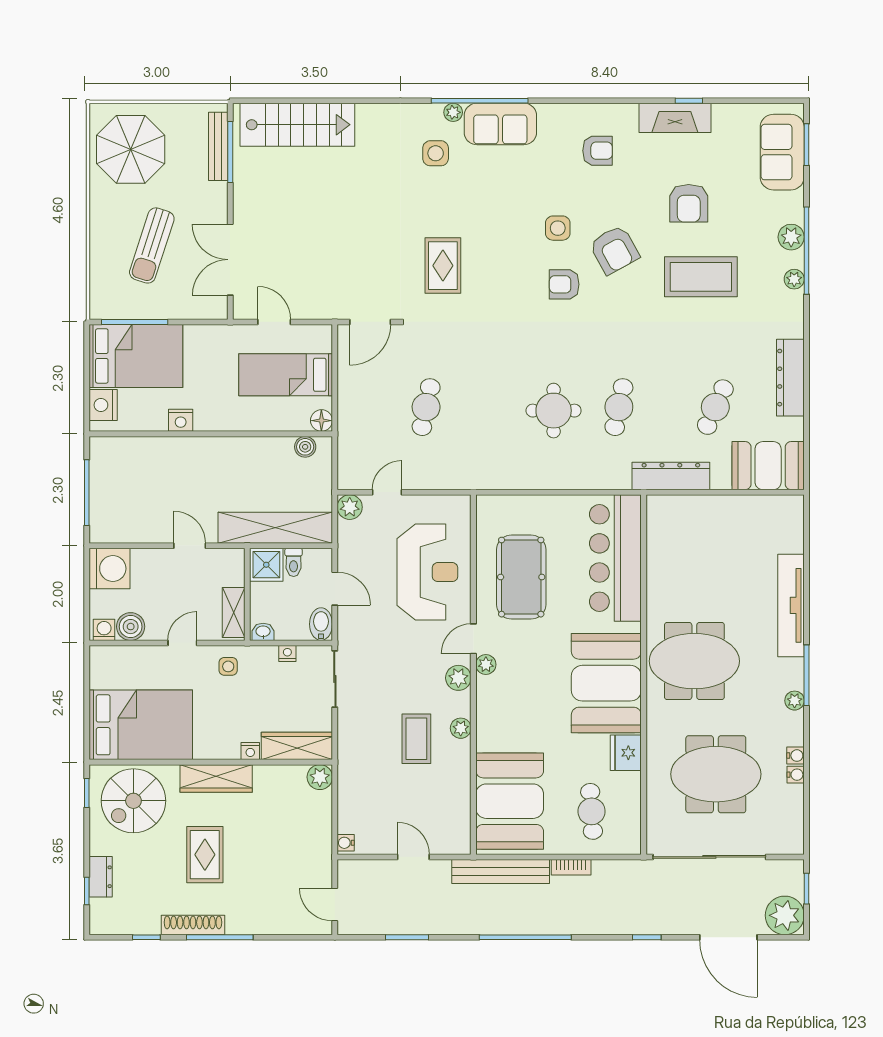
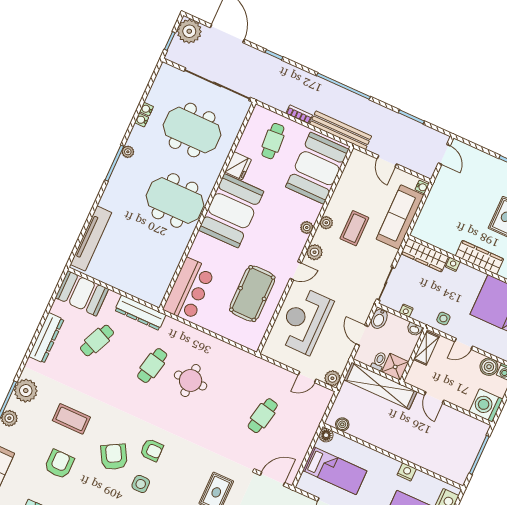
coffee table: (701, 277) -> (71, 419), width x0.73, depth x0.76
plant: (794, 279) -> (26, 391), width x1.88, depth x1.88
bar counter: (615, 558) -> (189, 290), width x0.73
tv unit: (791, 605) -> (91, 238), moved
plant: (486, 665) -> (307, 227), moved
plant: (320, 777) -> (420, 231), removed
sofa: (357, 785) -> (400, 217), added

